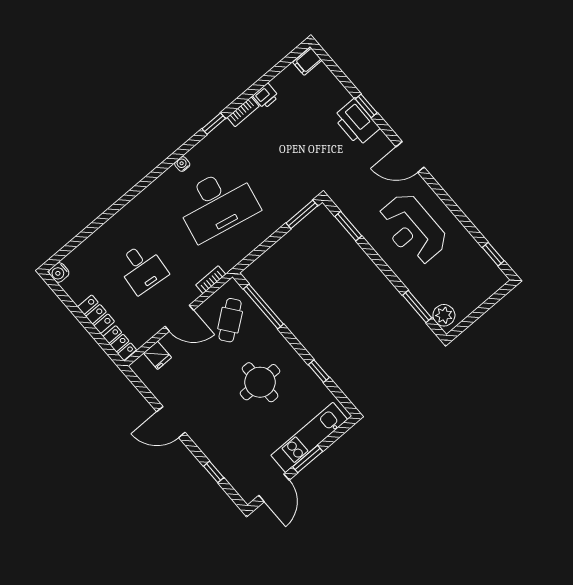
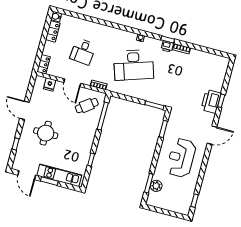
filing cabinet: (307, 61) -> (223, 62), removed
printer: (266, 96) -> (167, 46), moved
door: (410, 157) -> (212, 135), swing flipped
desk: (217, 204) -> (134, 65), turned -30
locker: (96, 314) -> (53, 31), moved
plant: (444, 315) -> (156, 186), moved
round table: (260, 382) -> (46, 133), moved
door: (274, 488) -> (27, 175), hinge flipped

